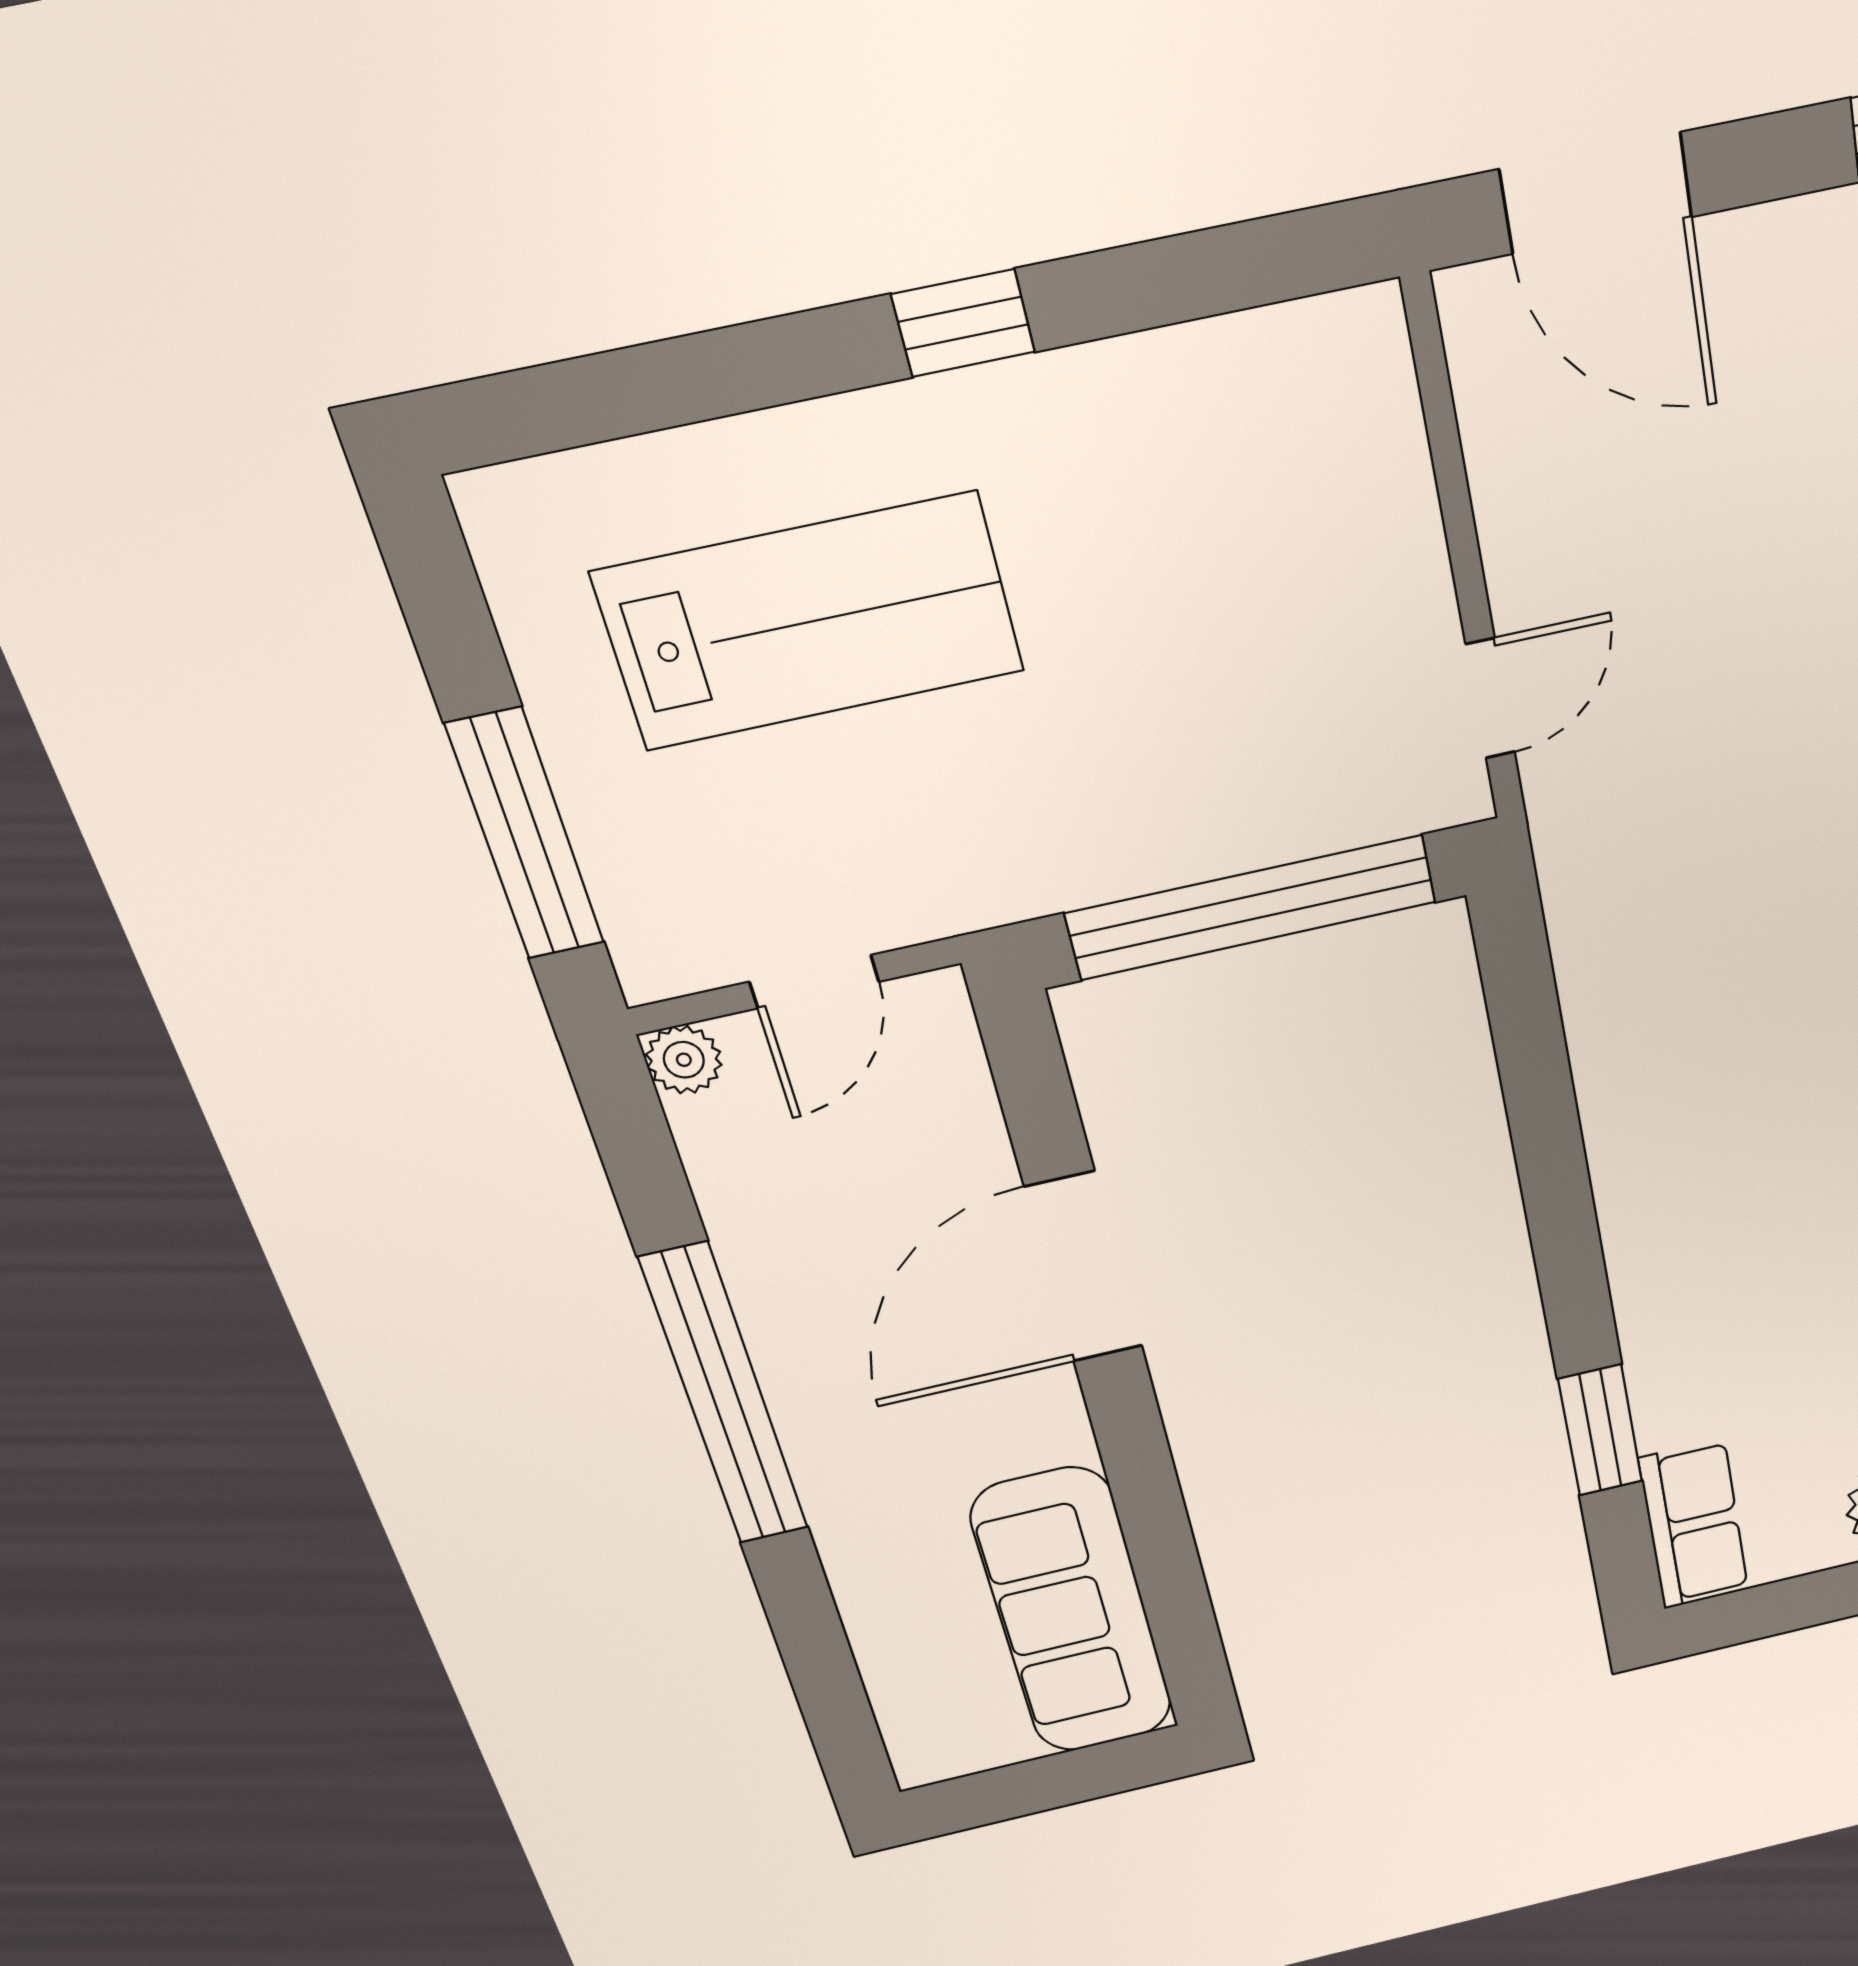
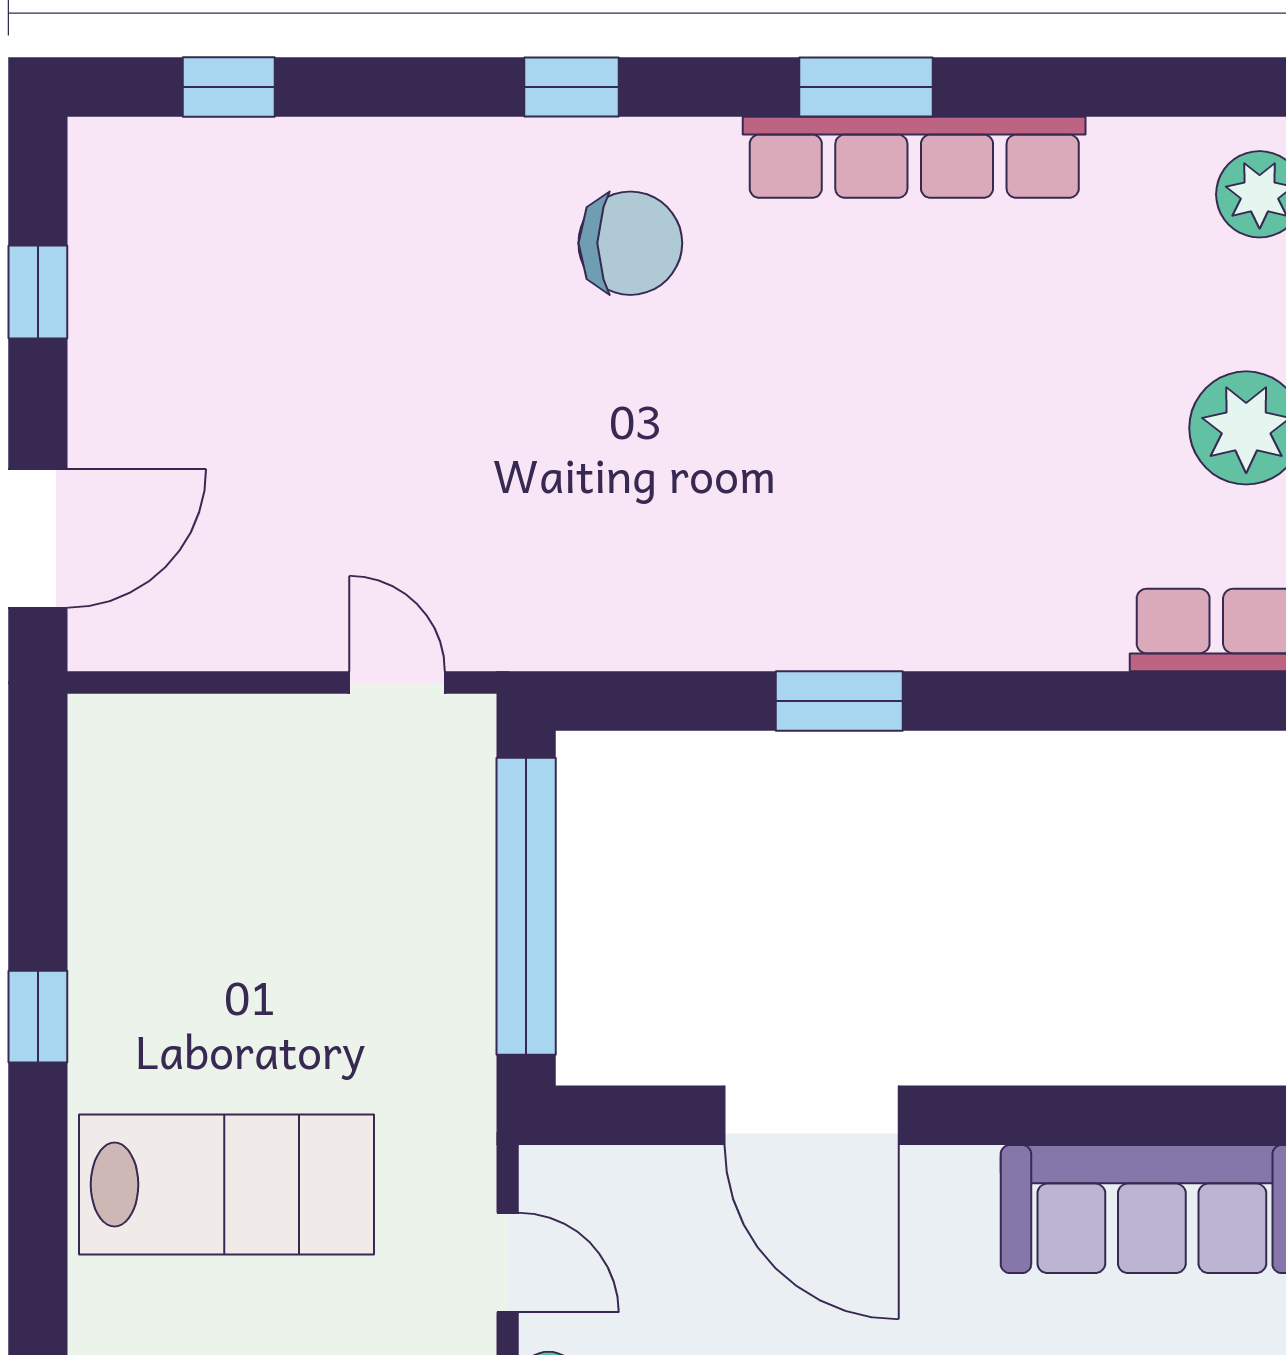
lab bench: (810, 622) -> (226, 1185), turned 90
window: (1600, 1430) -> (839, 701), moved

